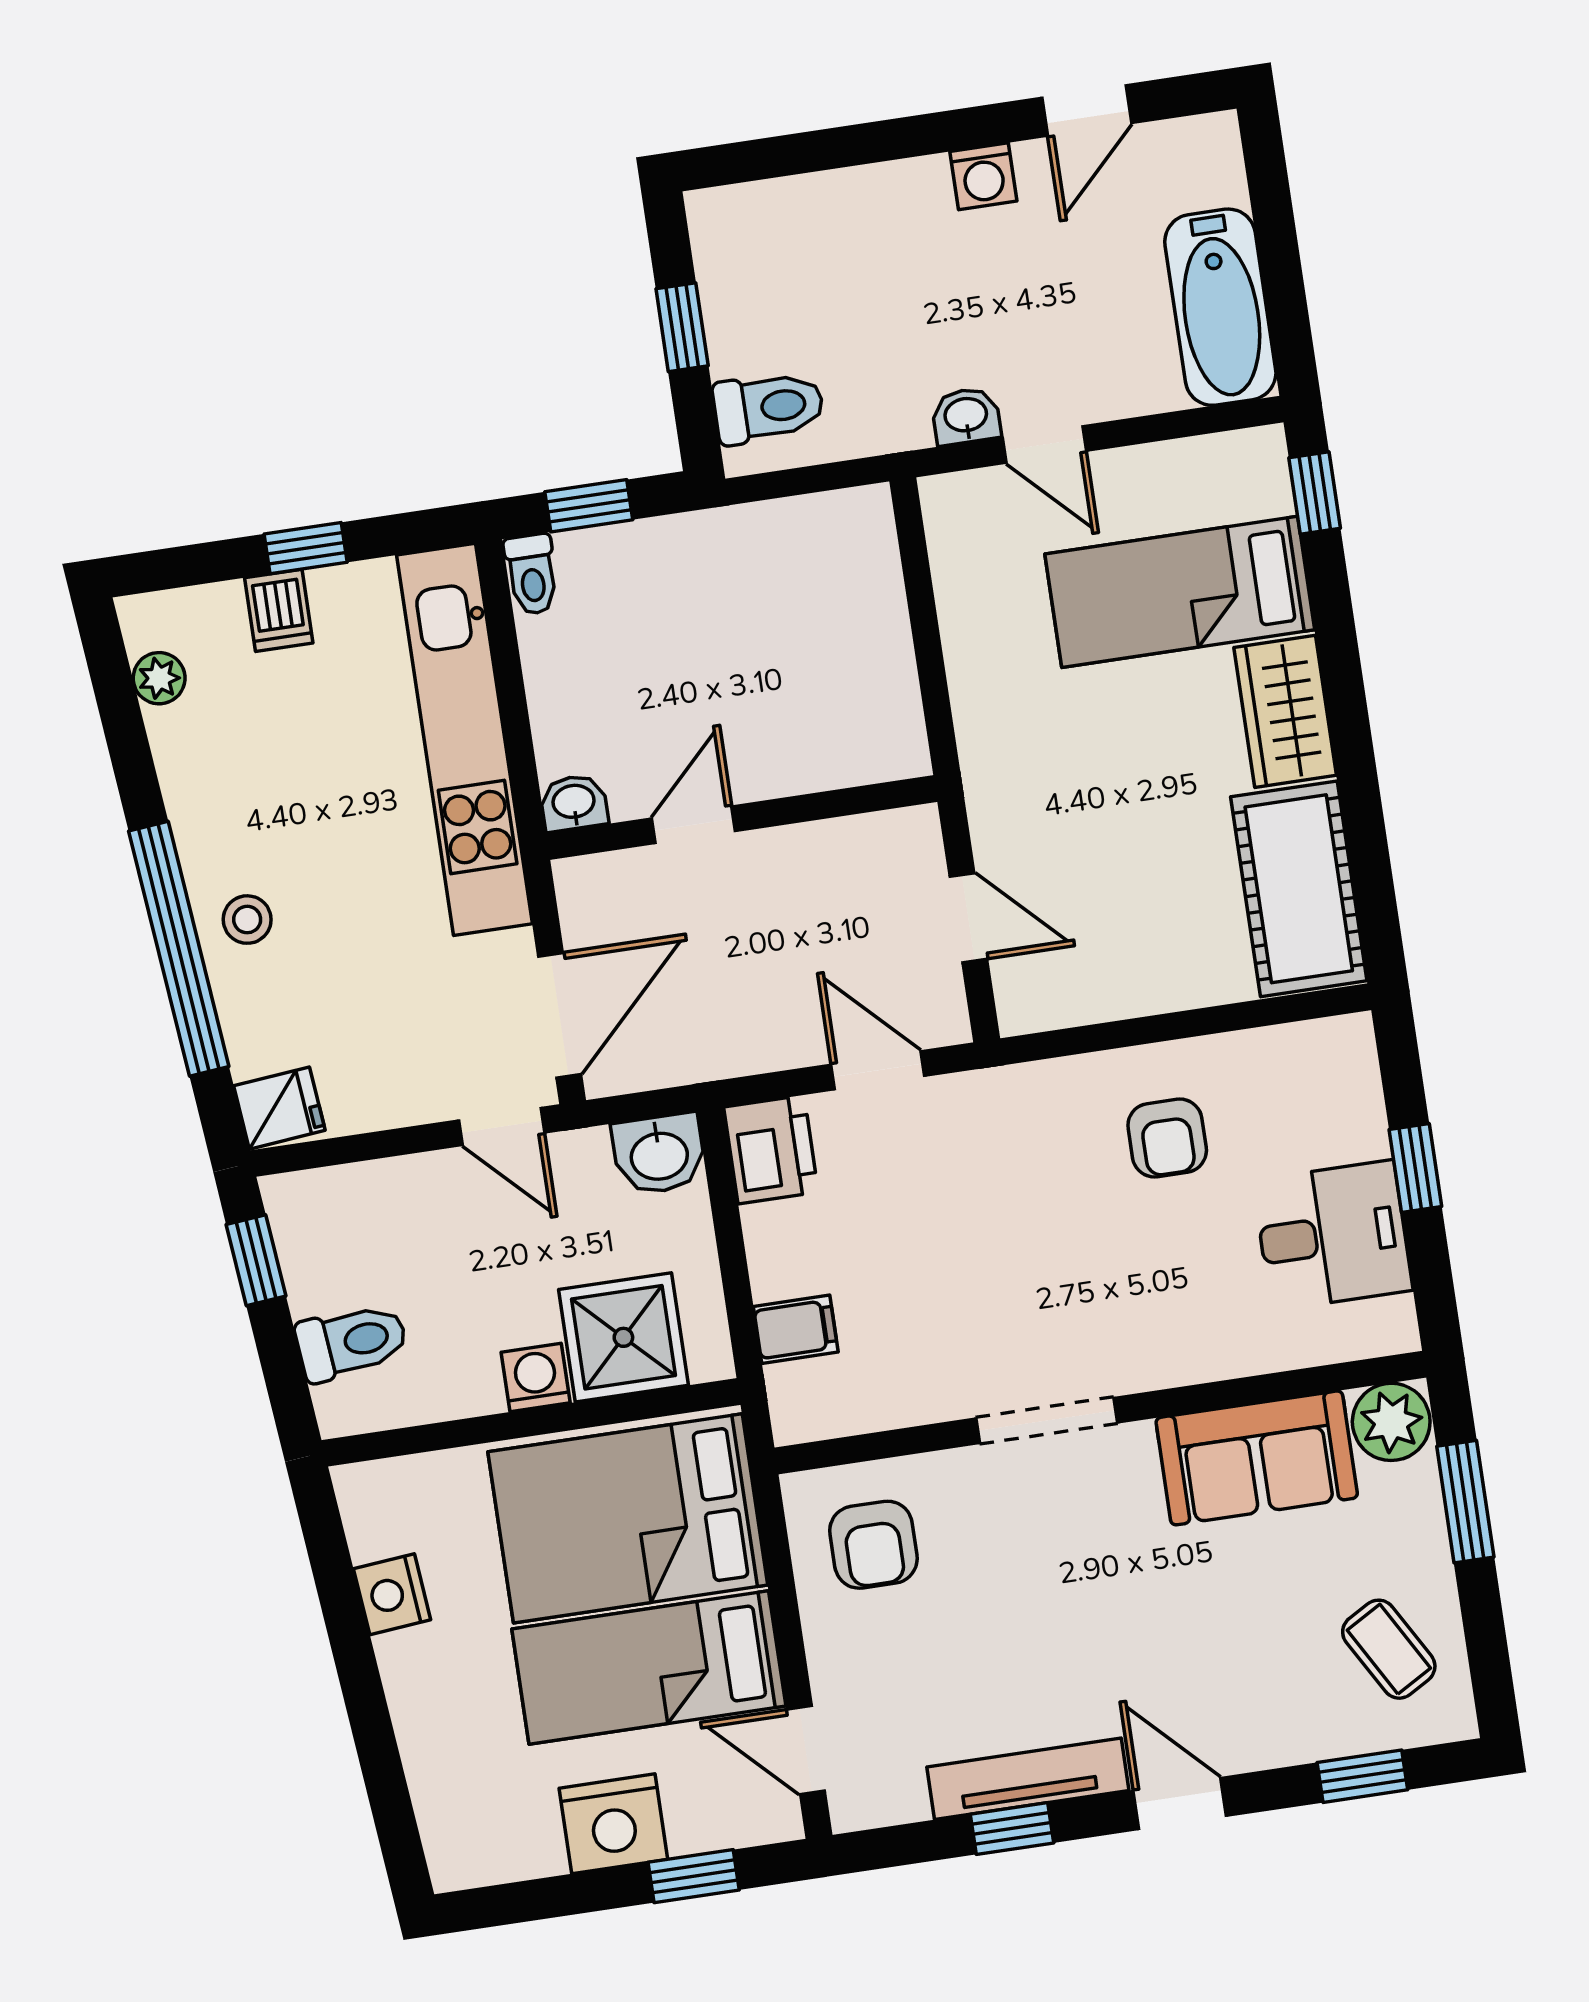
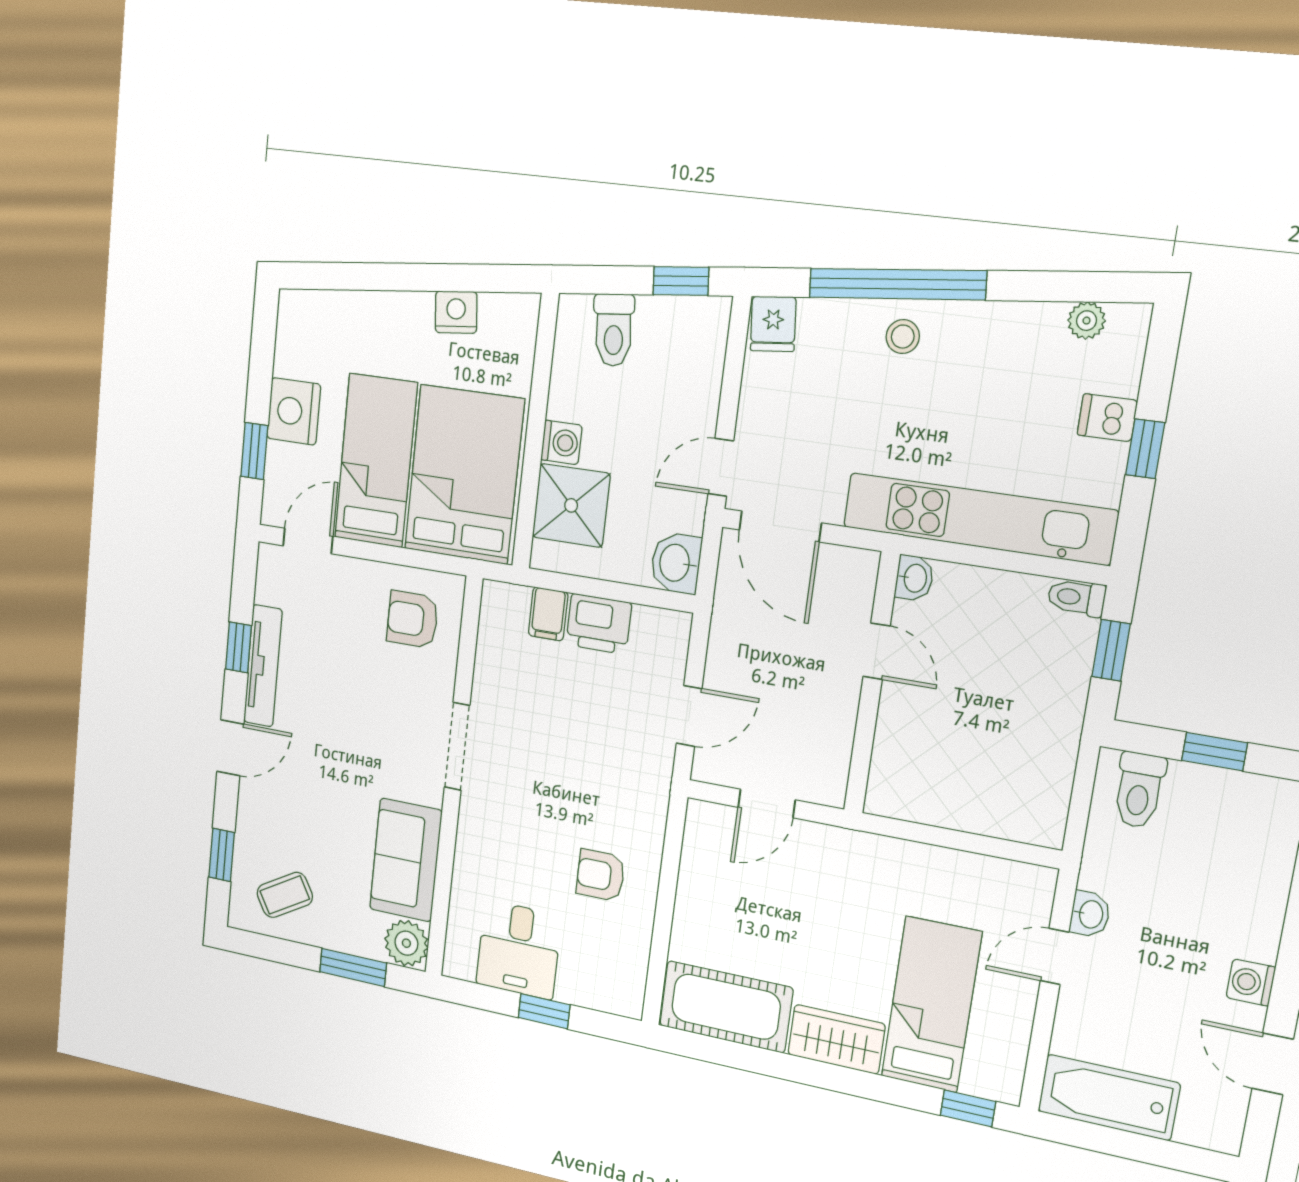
printer: (771, 1150) -> (599, 624), moved

